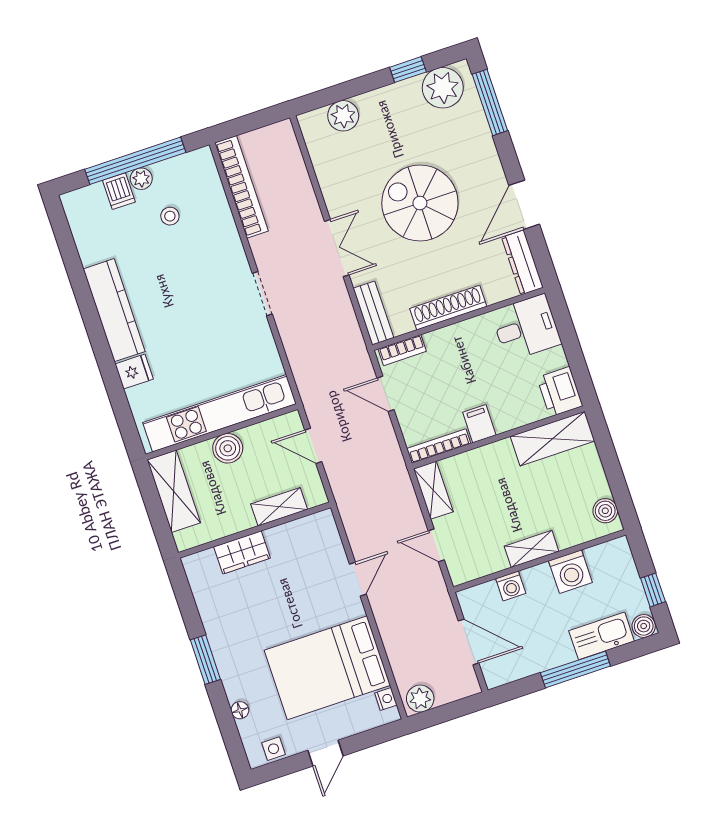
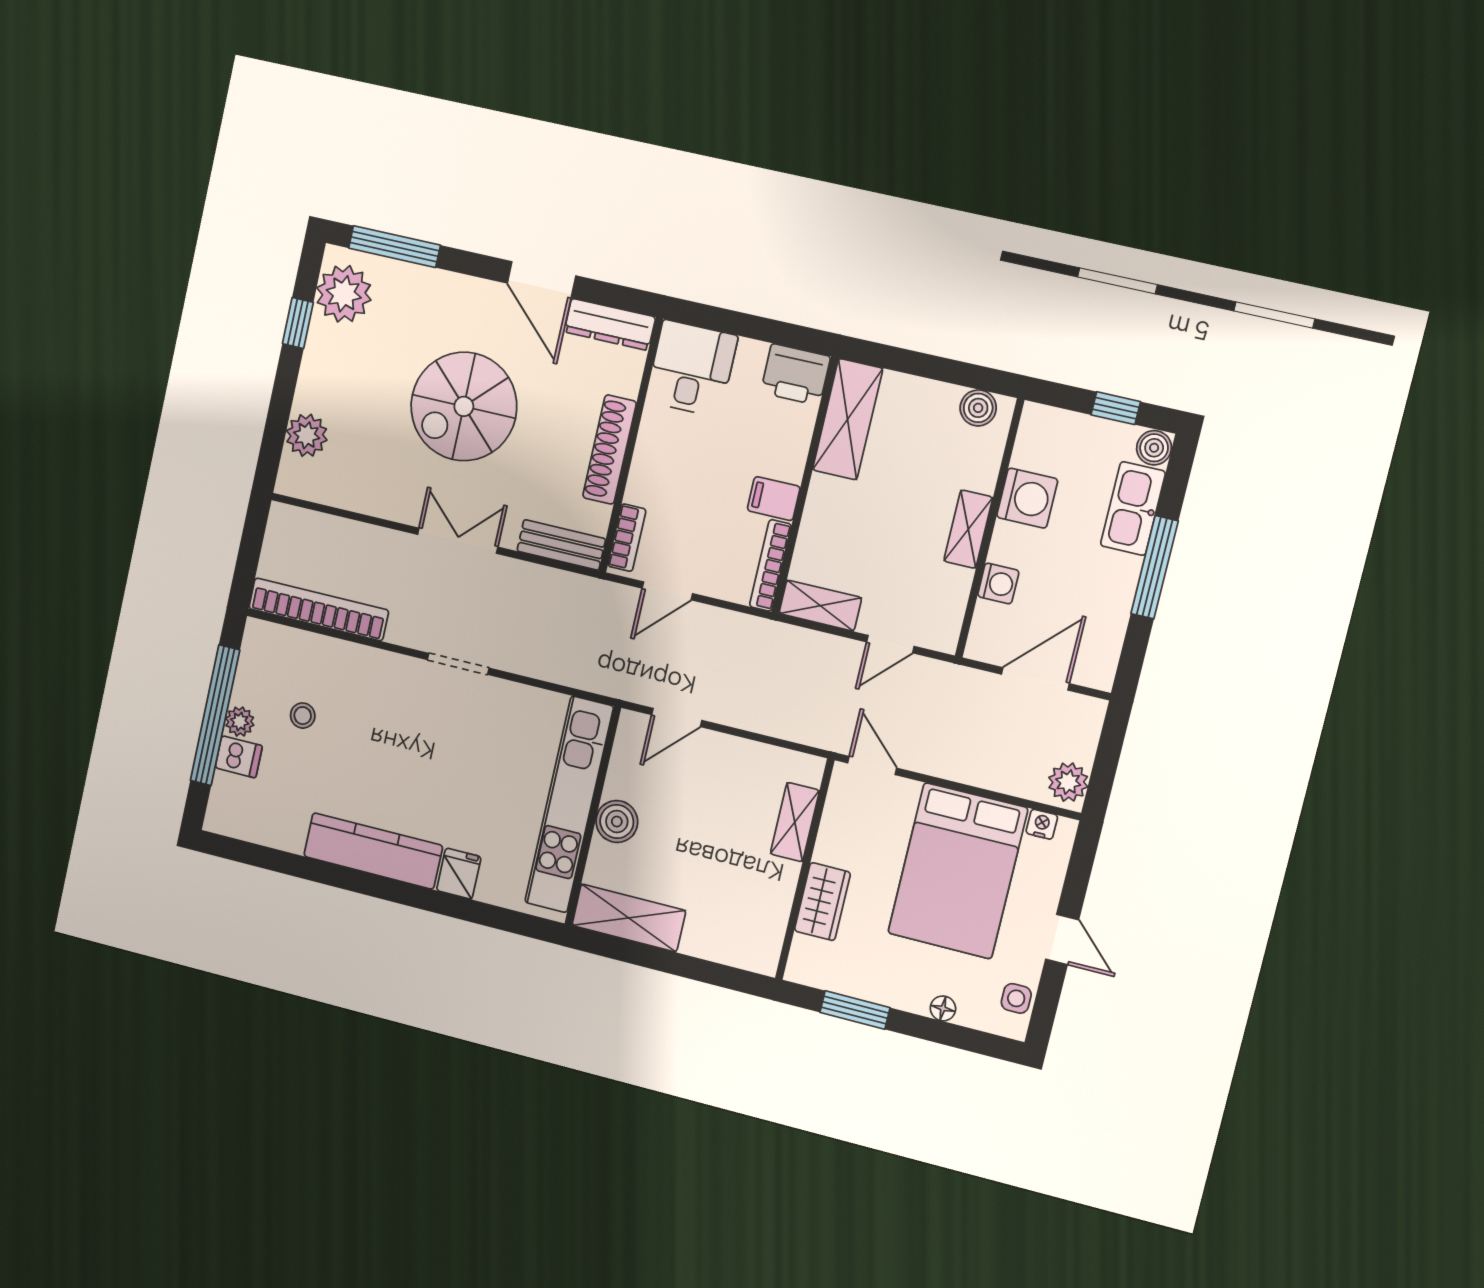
shelving: (279, 507) -> (795, 822), moved
wall: (255, 530) -> (805, 870), moved
wardrobe: (242, 552) -> (822, 902), moved

